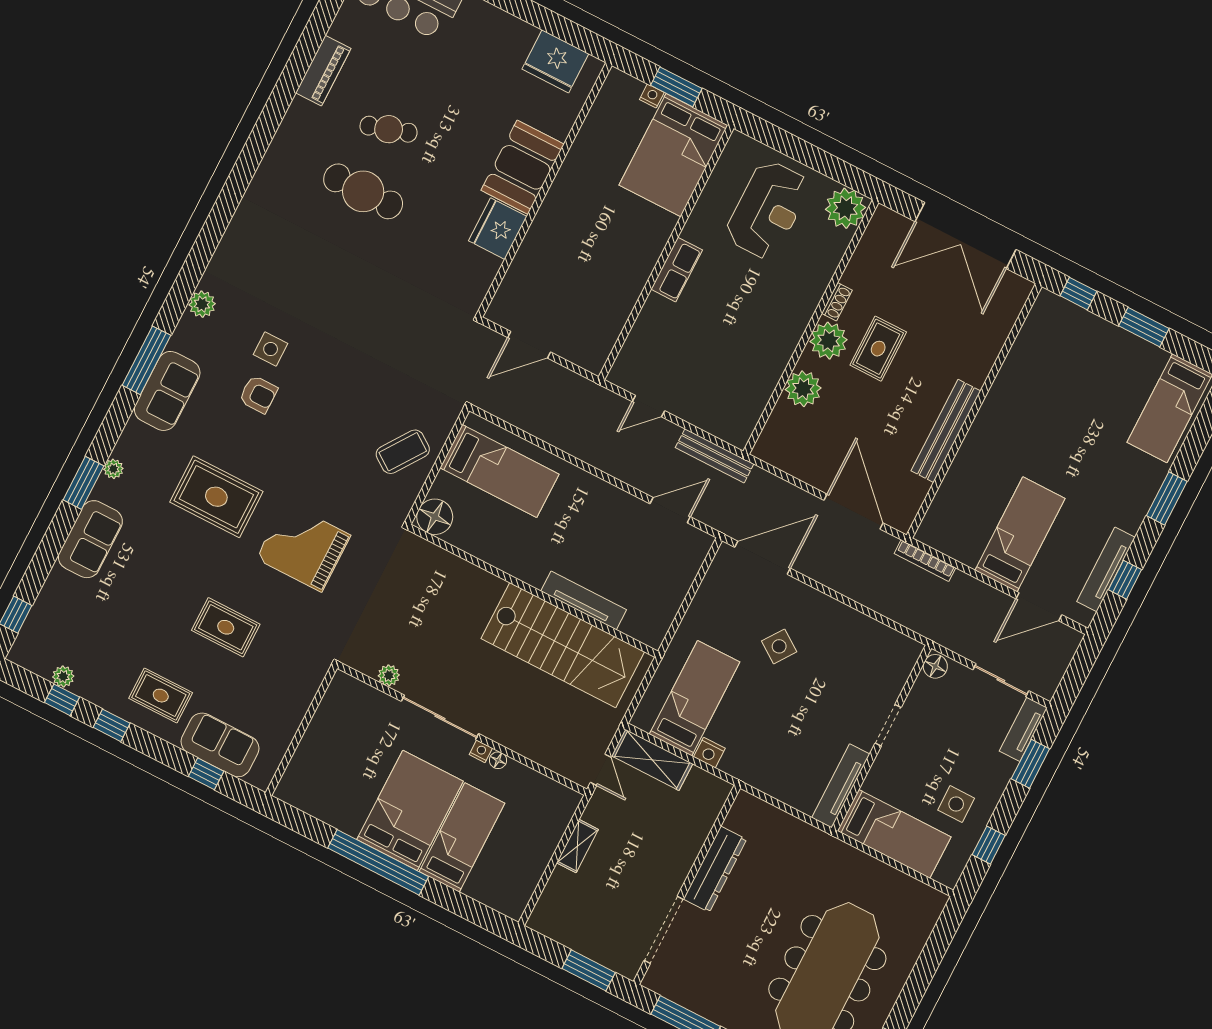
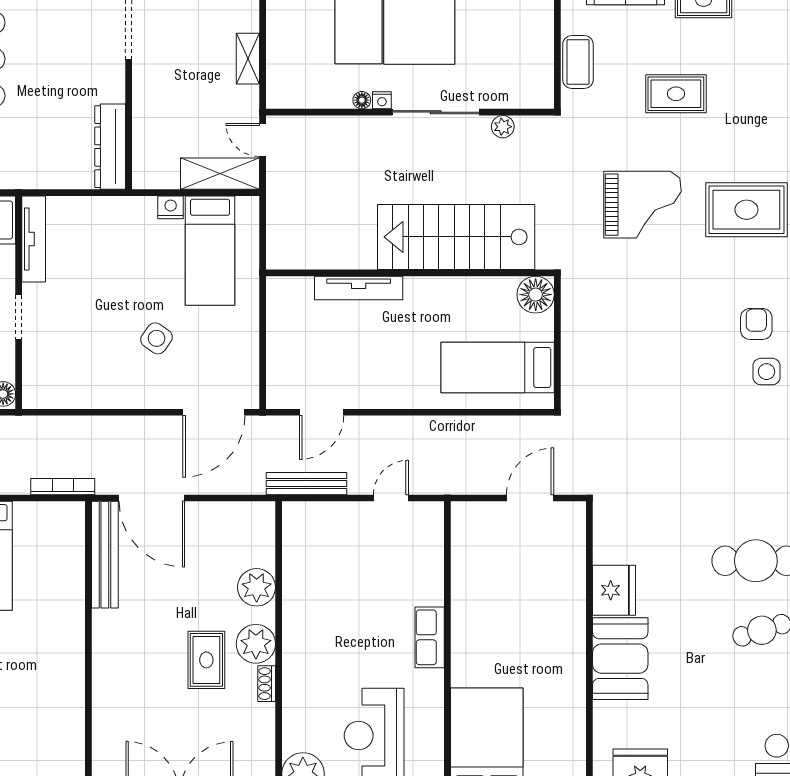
armchair: (258, 394) -> (756, 324), turned 90
bench: (946, 431) -> (105, 555), moved
coffee table: (403, 452) -> (578, 62), moved, turned -35
stairs: (563, 645) -> (456, 237), moved
dresser: (715, 869) -> (110, 147), moved

